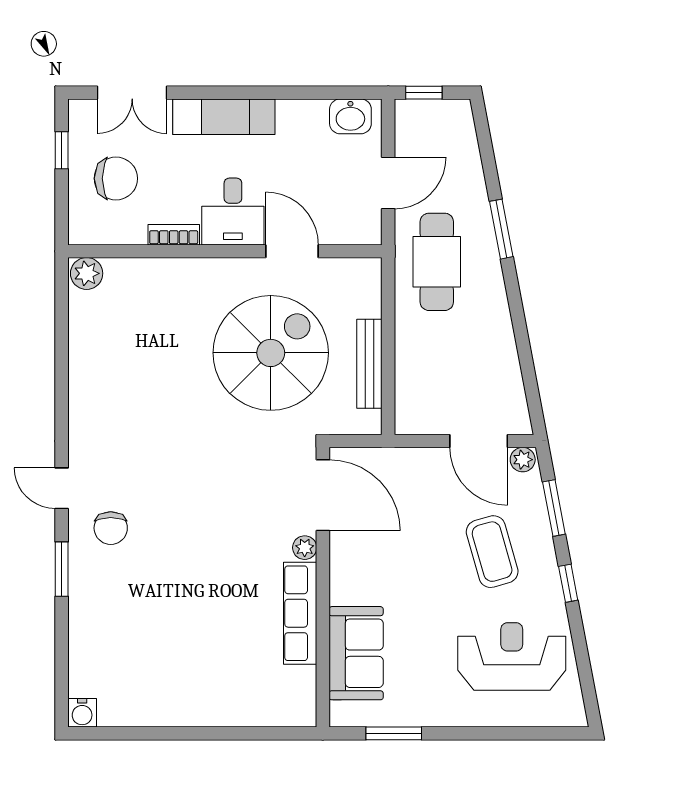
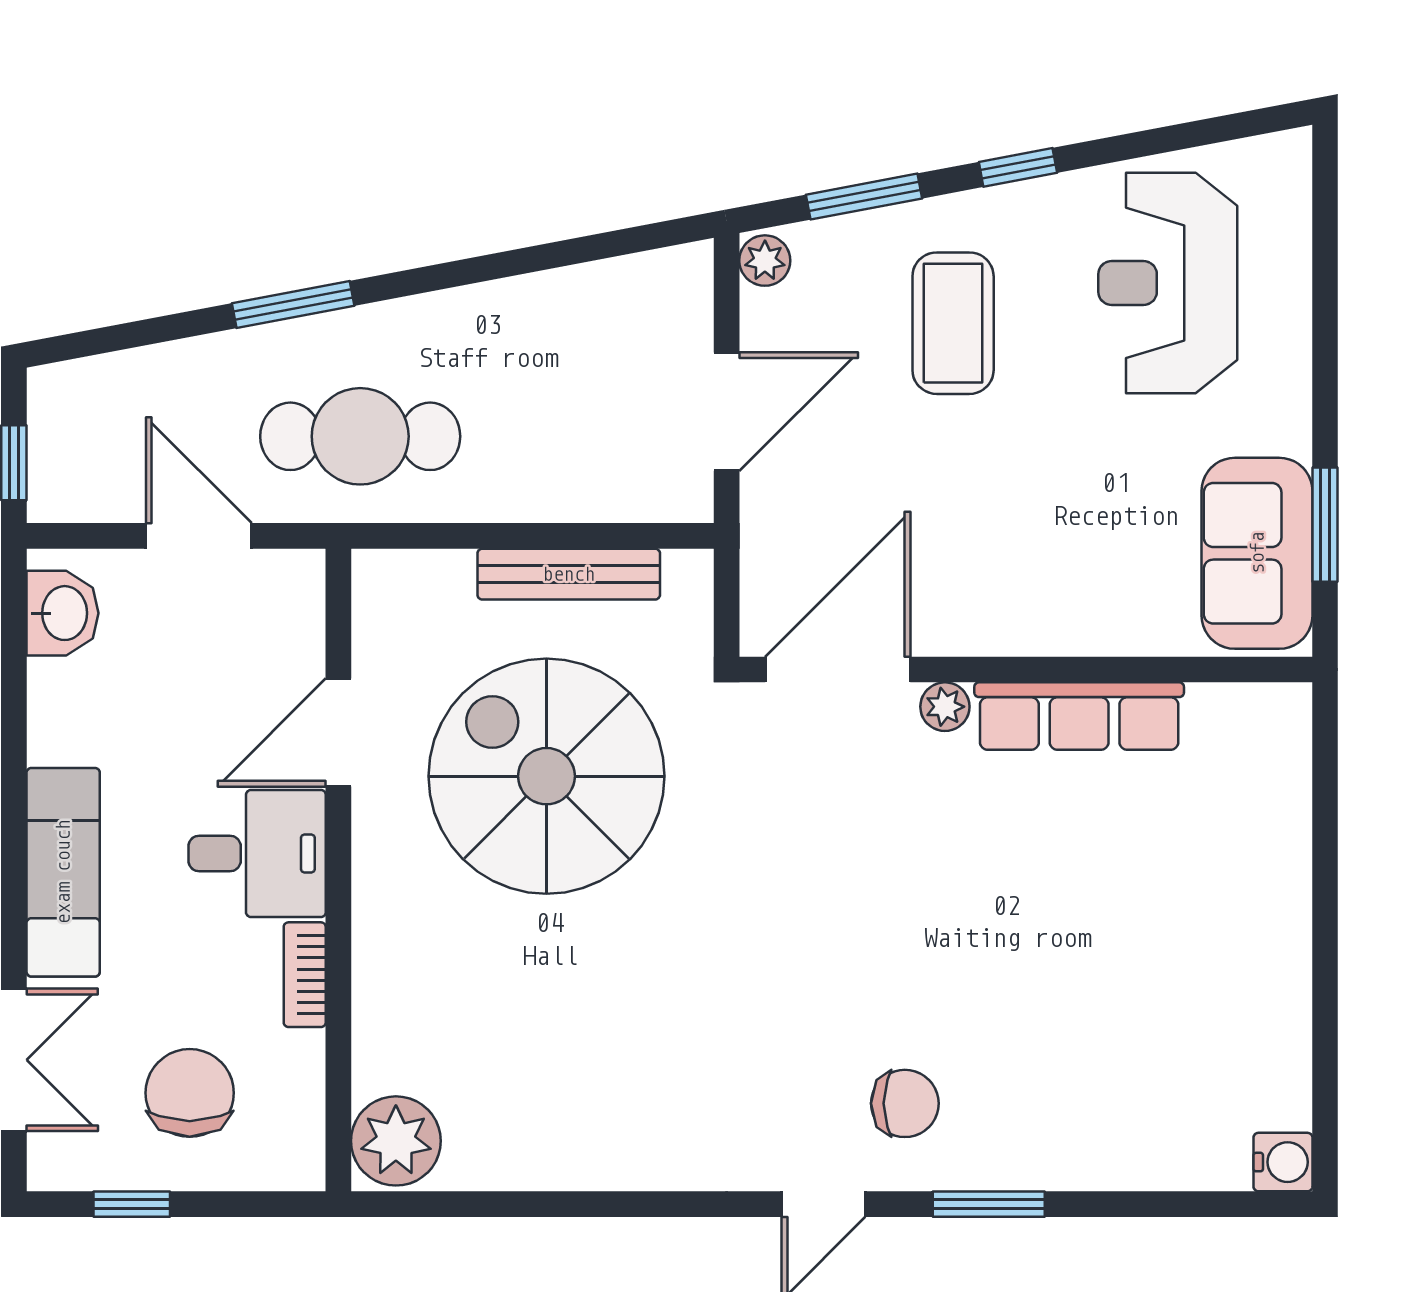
plant: (87, 273) -> (396, 1141), width x1.36, depth x1.36
door: (479, 441) -> (727, 412), moved
coffee table: (492, 552) -> (953, 323), turned -74
sofa: (356, 653) -> (1257, 553), moved, turned -90

